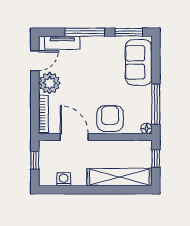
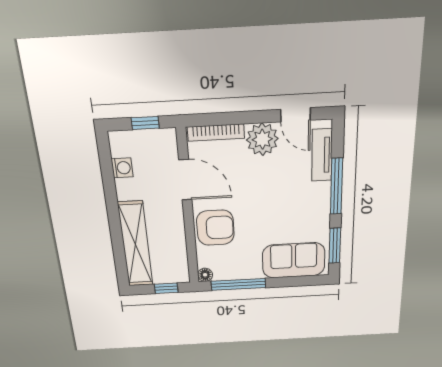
door: (74, 137) -> (185, 180), hinge flipped

